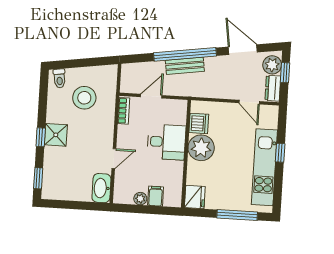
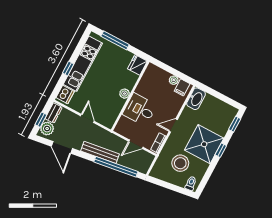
window: (185, 54) -> (116, 167), moved
bench: (185, 66) -> (100, 152), width x1.36
door: (249, 102) -> (87, 118), moved
dishwasher: (199, 123) -> (65, 95), moved, turned 180
shower: (56, 135) -> (204, 144), width x1.86, depth x1.86
plant: (201, 148) -> (124, 94), width x0.53, depth x0.53
door: (114, 159) -> (173, 126), moved
filing cabinet: (156, 196) -> (182, 87), moved

